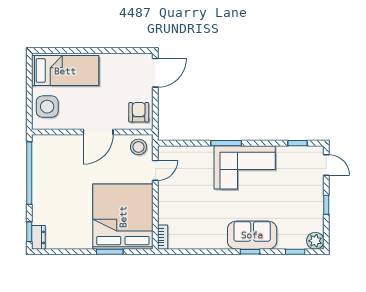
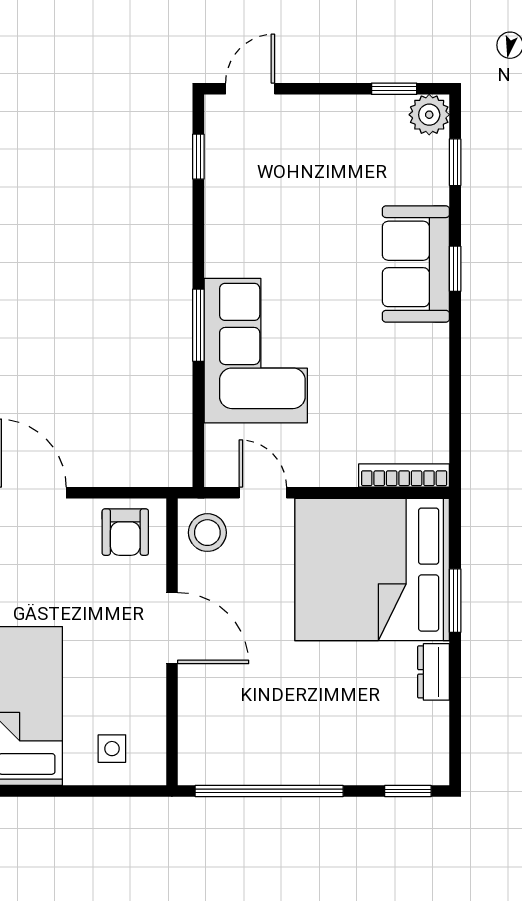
side table: (47, 107) -> (112, 749), width x0.54, depth x0.54
armchair: (139, 112) -> (125, 532), turned -90
corner sofa: (245, 167) -> (256, 351), moved
window: (326, 205) -> (394, 89), moved
dresser: (38, 237) -> (434, 672), moved, turned -90
bookcase: (163, 237) -> (404, 475), width x1.56

